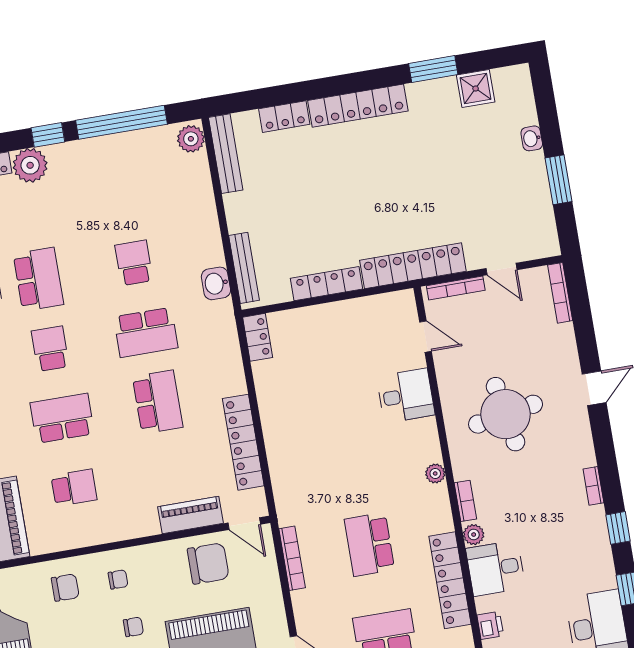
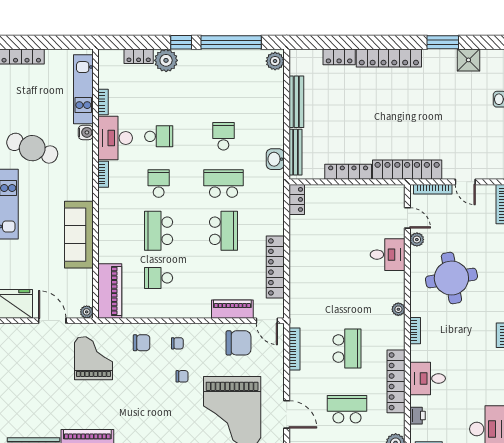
bench: (226, 154) -> (296, 102), moved
school desk: (38, 279) -> (159, 136), width x0.54
school desk: (146, 332) -> (223, 184), turned 180
school desk: (62, 418) -> (159, 231), turned -90
school desk: (74, 488) -> (159, 278), turned 180
plant: (474, 535) -> (417, 240), moved
school desk: (369, 544) -> (347, 349), turned 180

